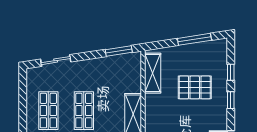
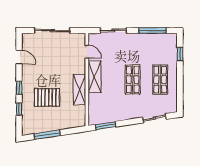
shelving: (153, 73) -> (79, 90), moved

